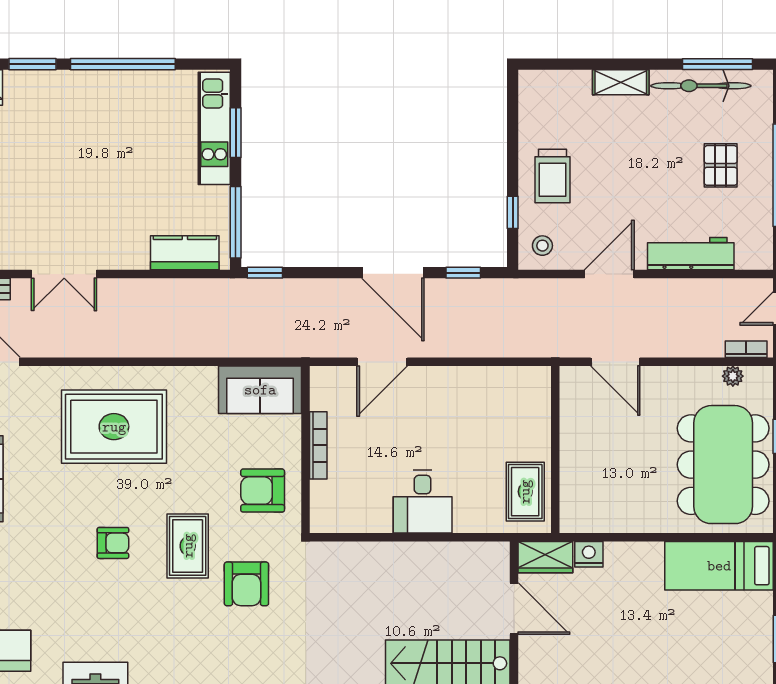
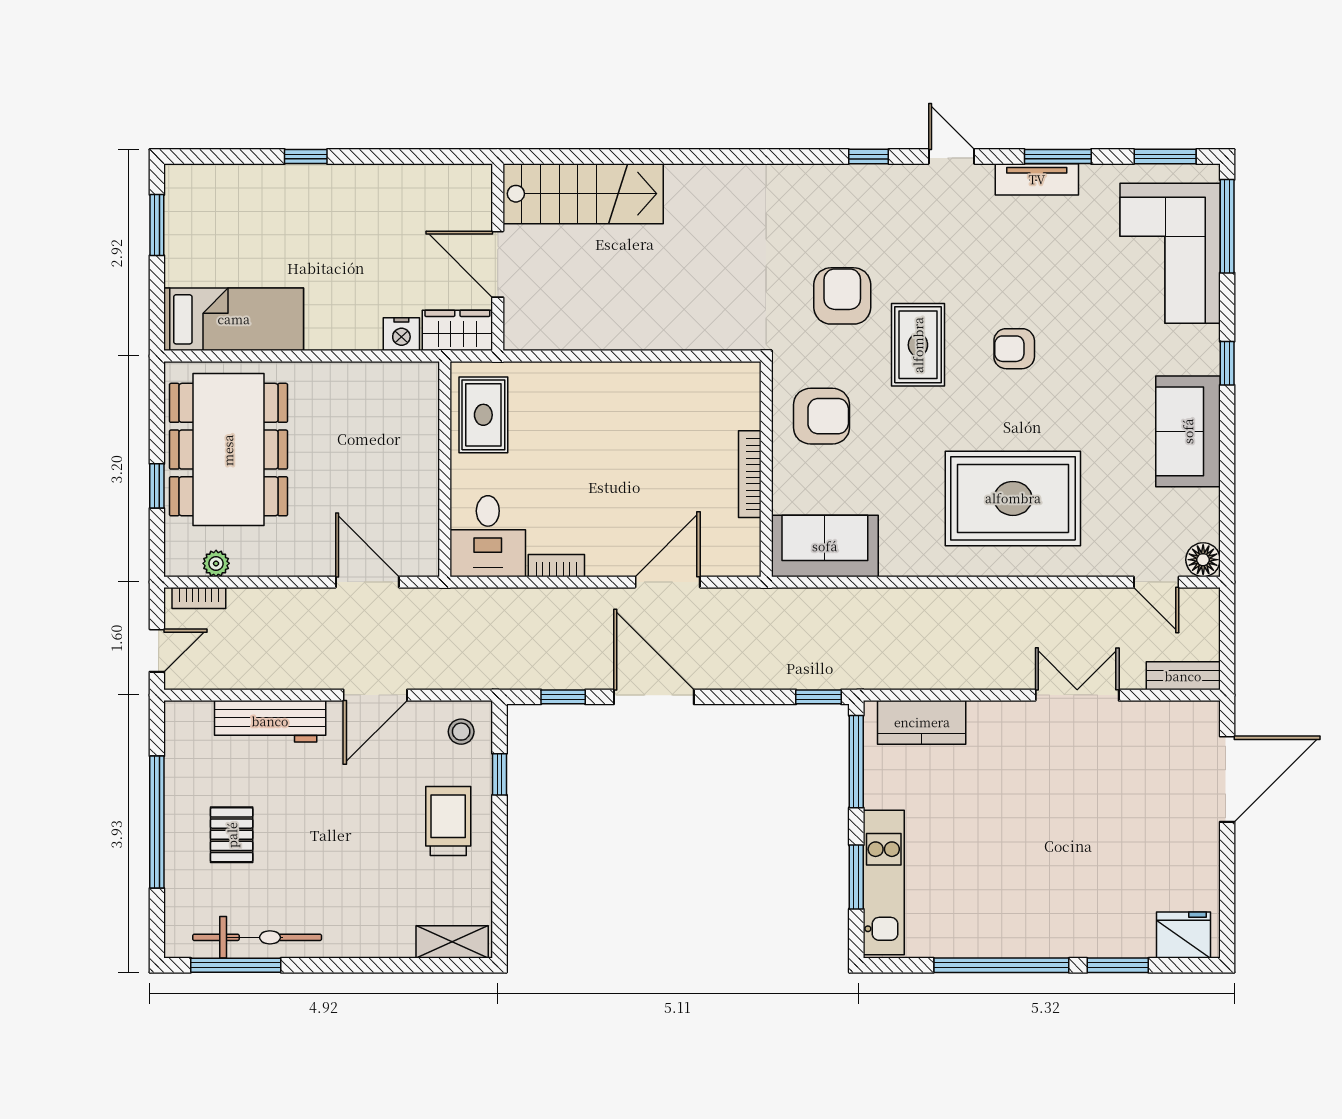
shelving: (621, 82) -> (452, 942), moved
bookcase: (469, 374) -> (556, 566), added
desk: (423, 502) -> (488, 536), moved, turned 180

